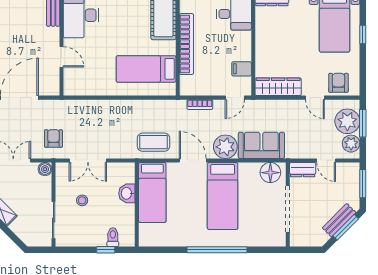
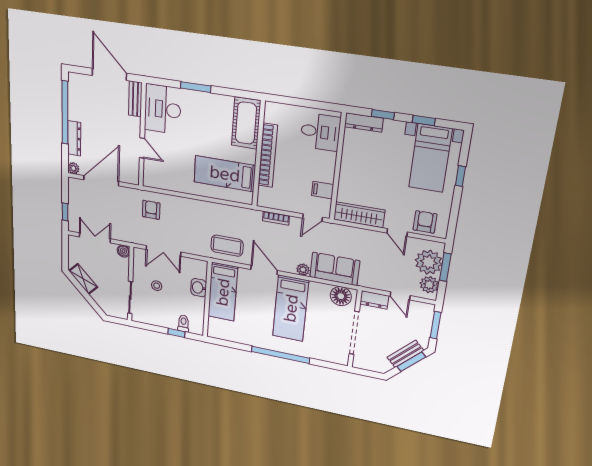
armchair: (53, 138) -> (151, 210), moved
plant: (225, 147) -> (303, 270), width x0.53, depth x0.53

